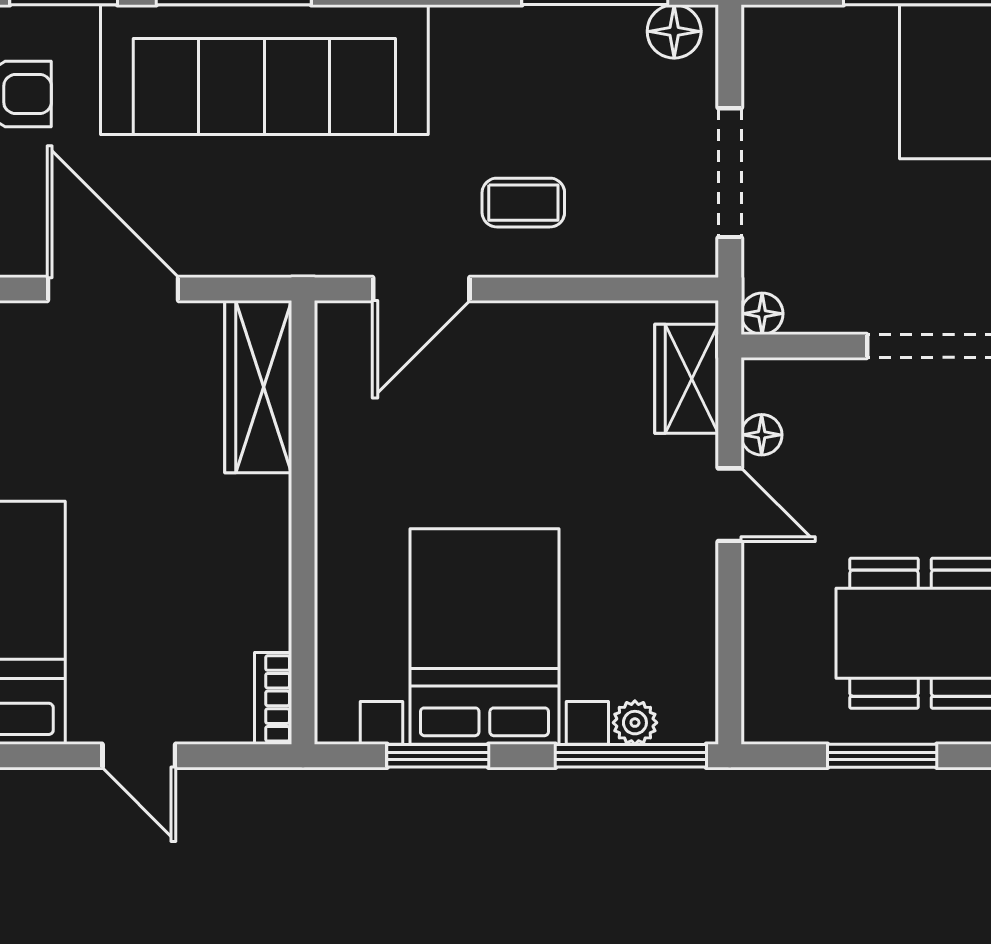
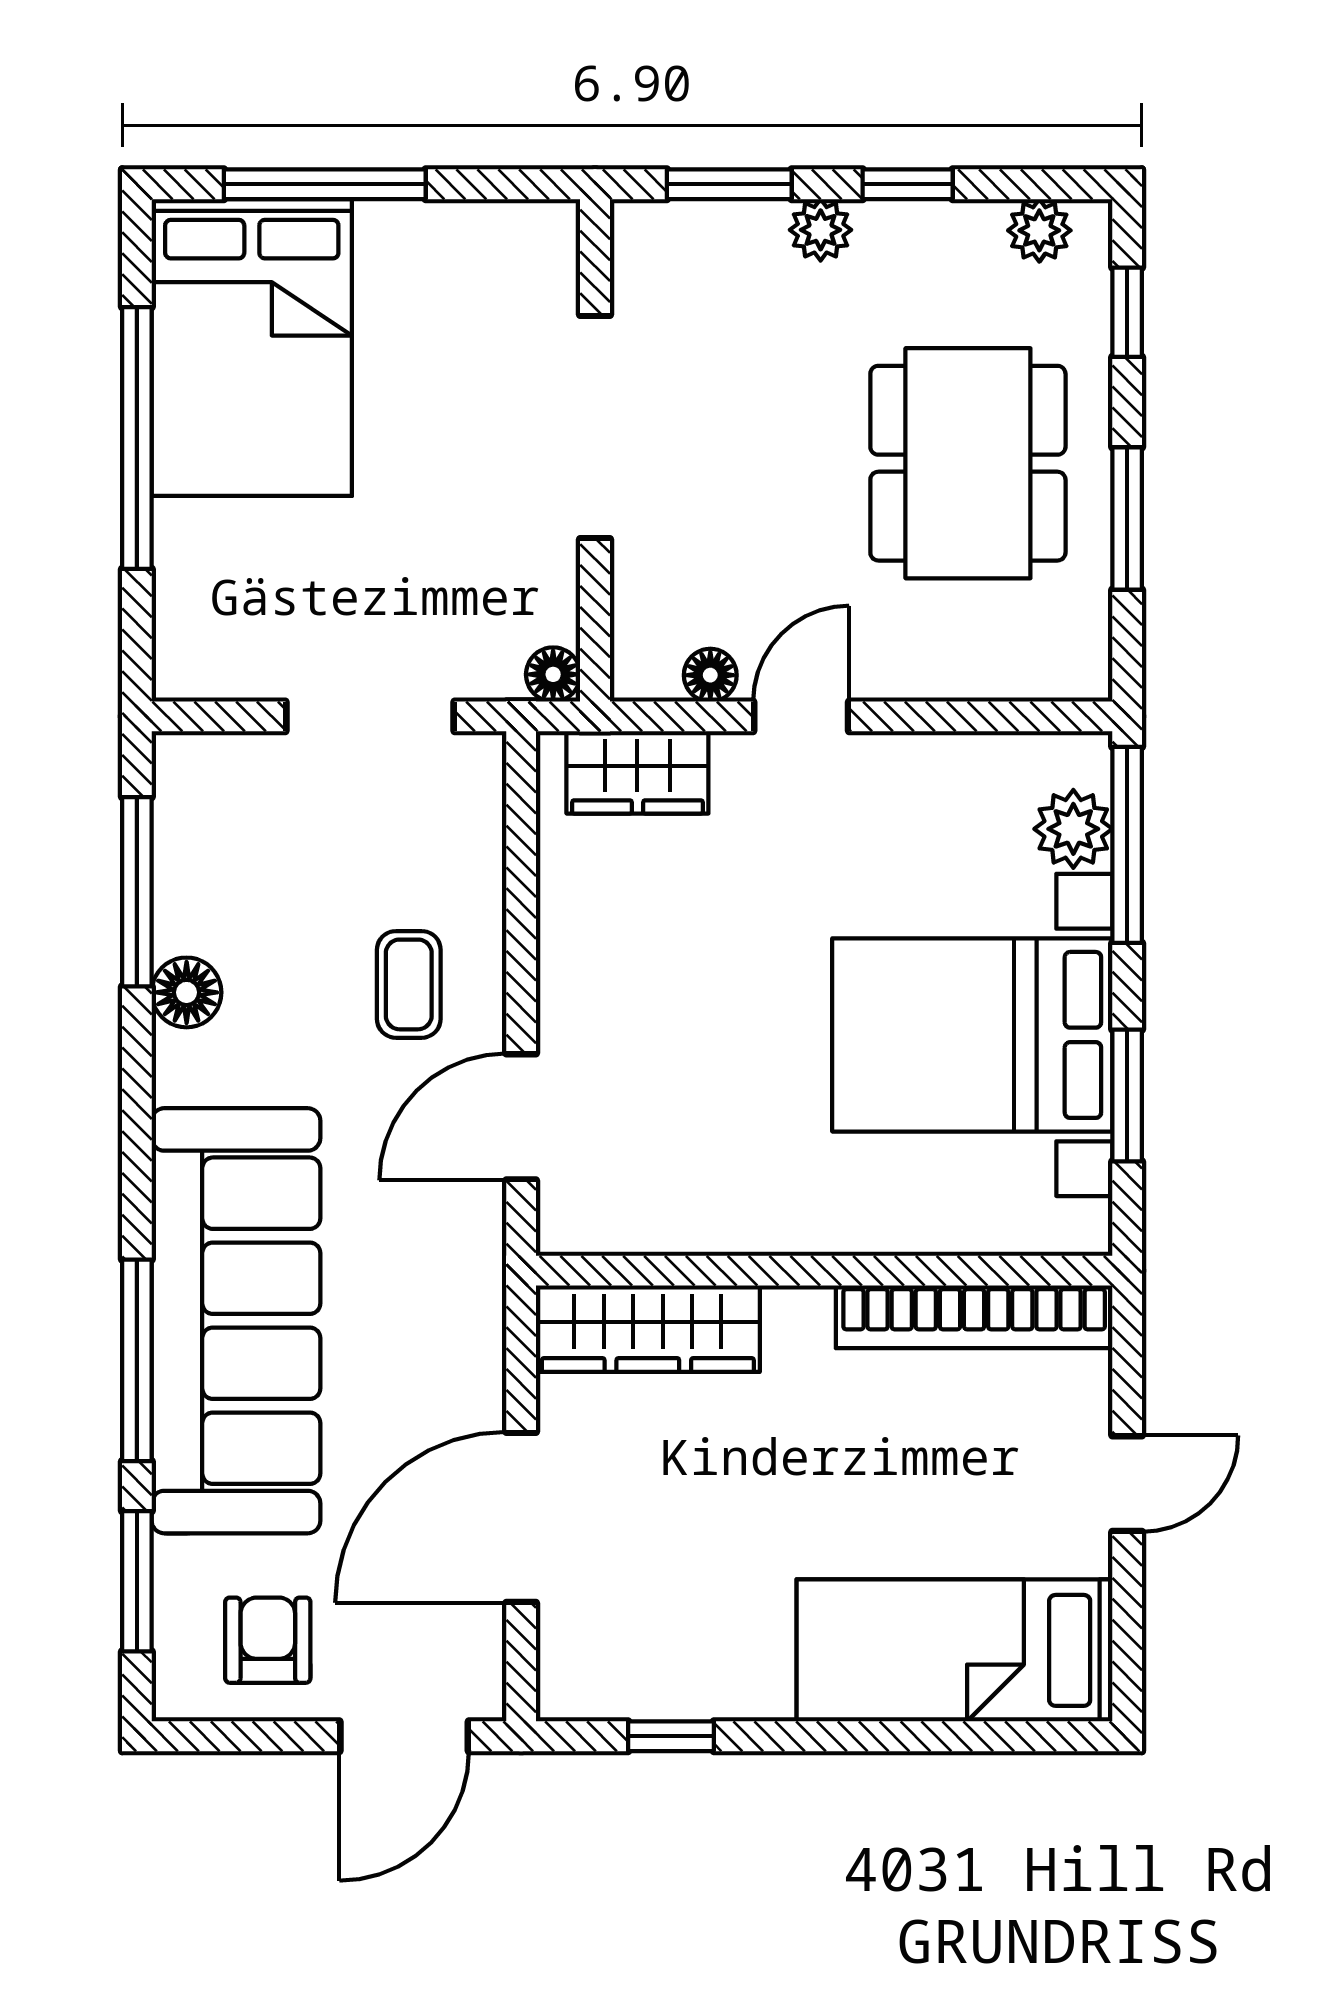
floor lamp: (674, 31) -> (187, 992), moved
door: (421, 289) -> (521, 1117), swing flipped
bookcase: (273, 698) -> (974, 1317), width x2.31, depth x1.31
plant: (635, 723) -> (1073, 829), width x1.38, depth x1.38

